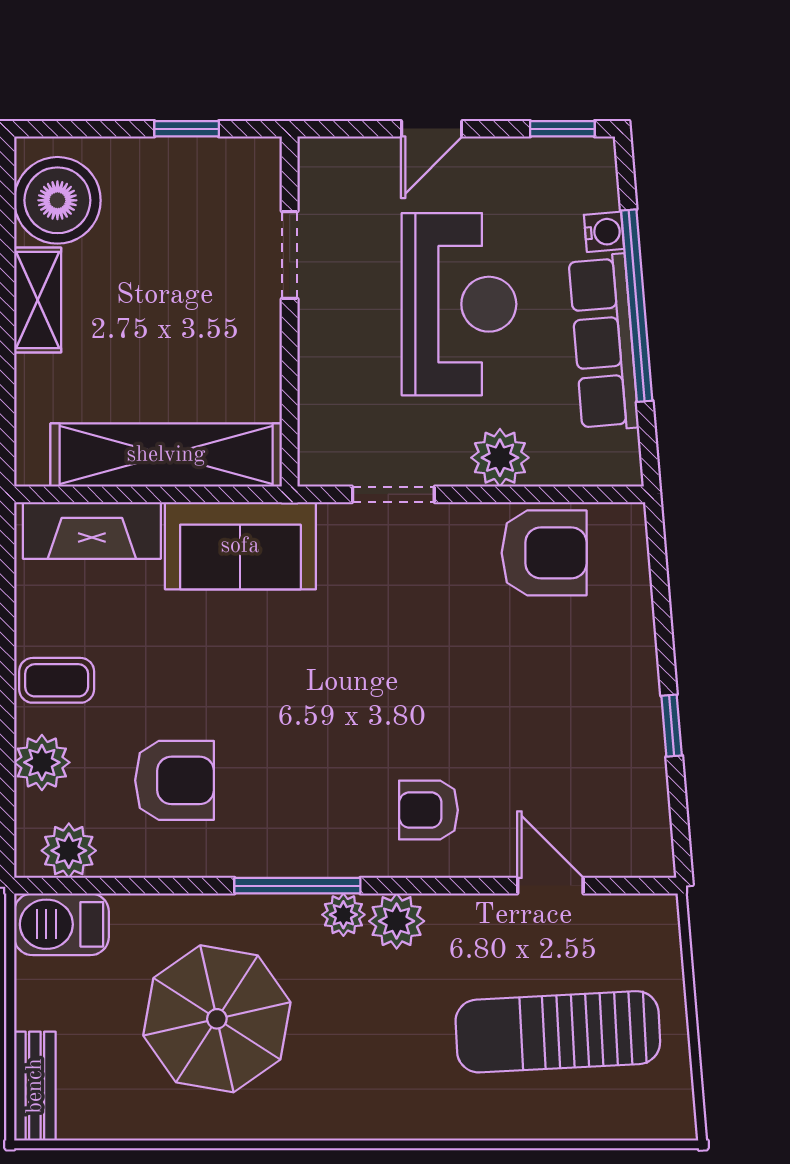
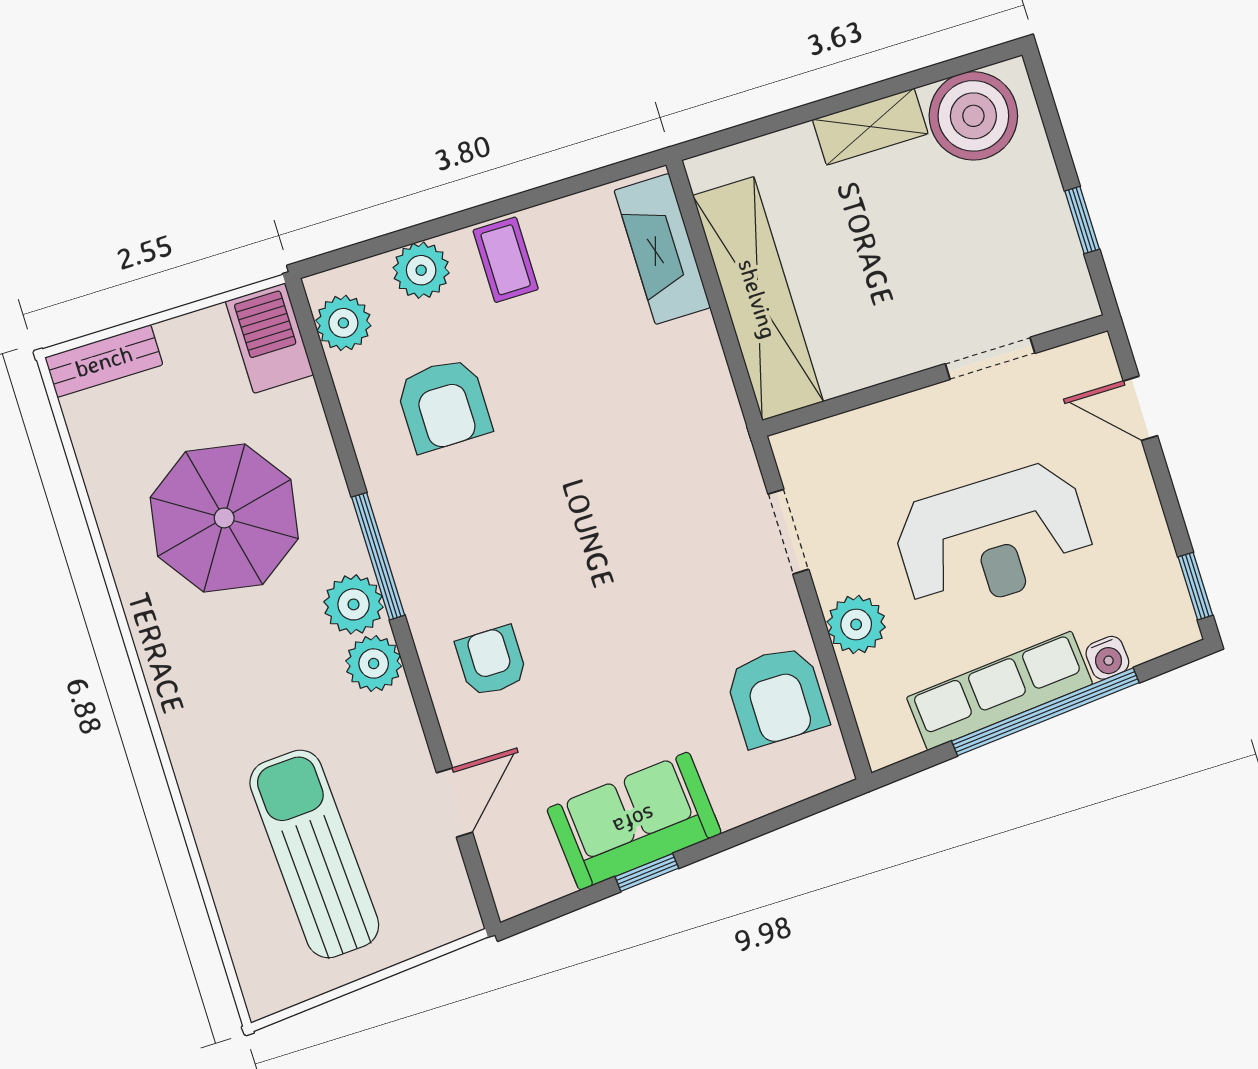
door: (432, 129) -> (1140, 408), moved
sofa: (240, 546) -> (634, 821), moved, turned 85
plant: (343, 915) -> (354, 604), width x1.38, depth x1.38

